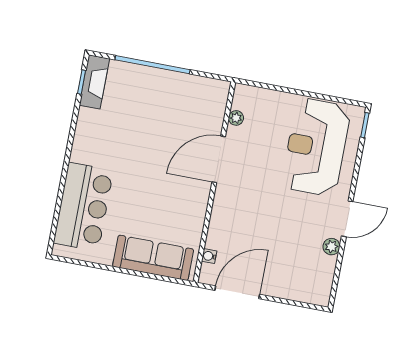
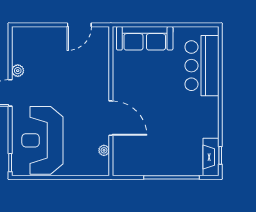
reception desk: (316, 147) -> (42, 140), turned 180
door: (219, 159) -> (111, 118), hinge flipped
water cooler: (209, 256) -> (105, 47), removed
door: (237, 292) -> (79, 25), width x0.73

